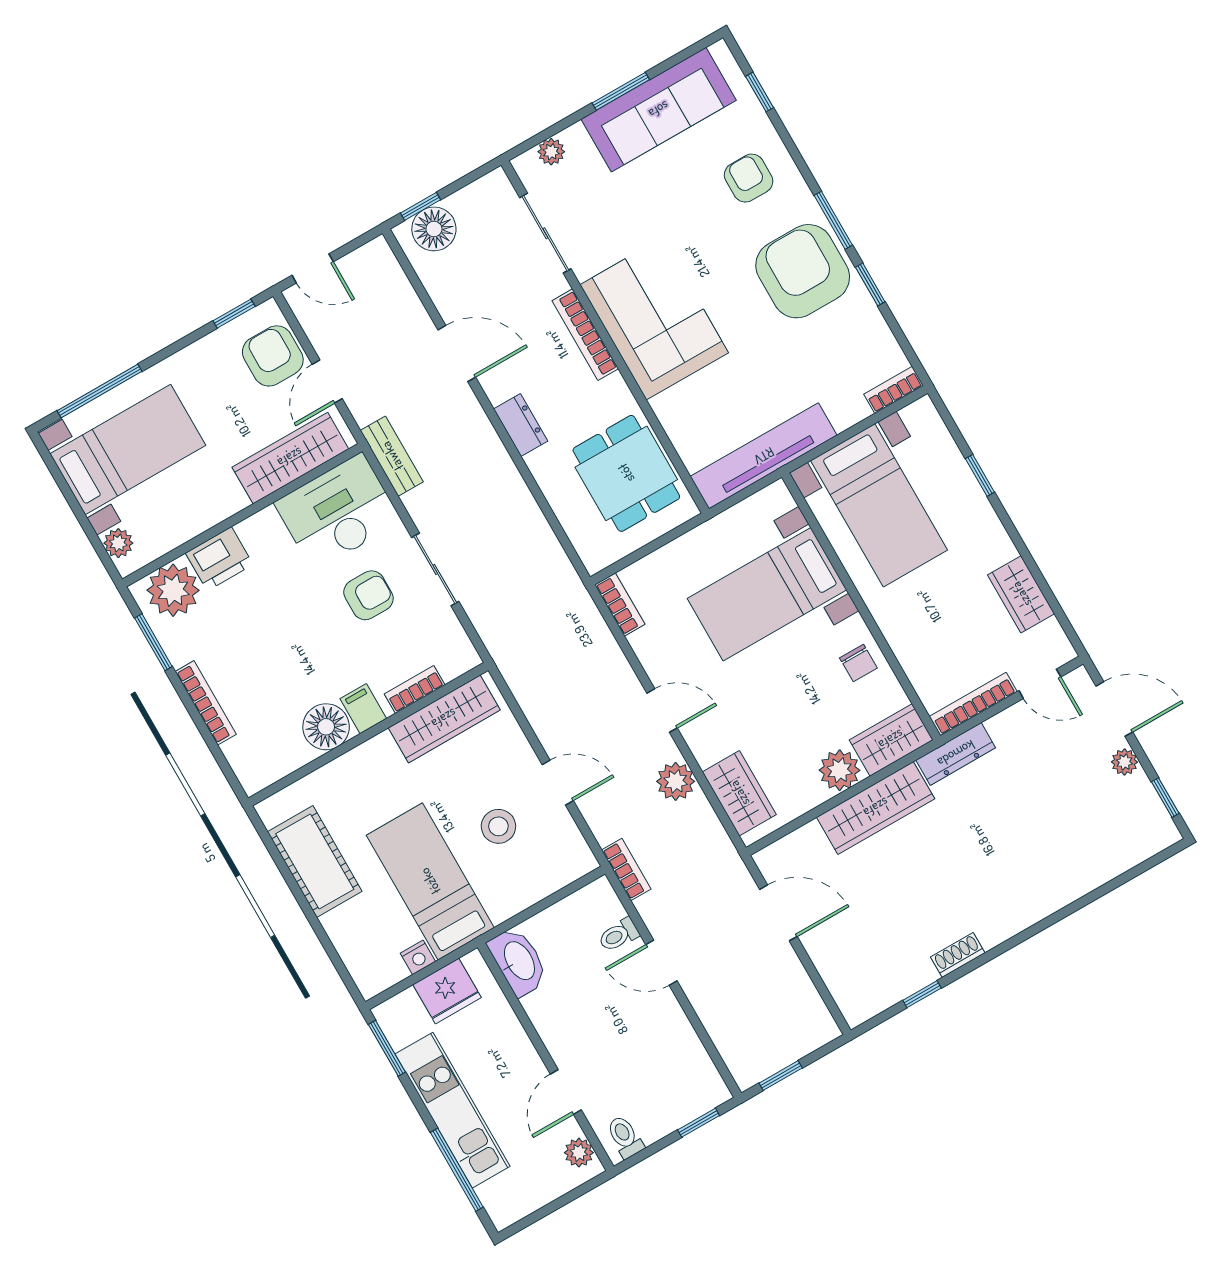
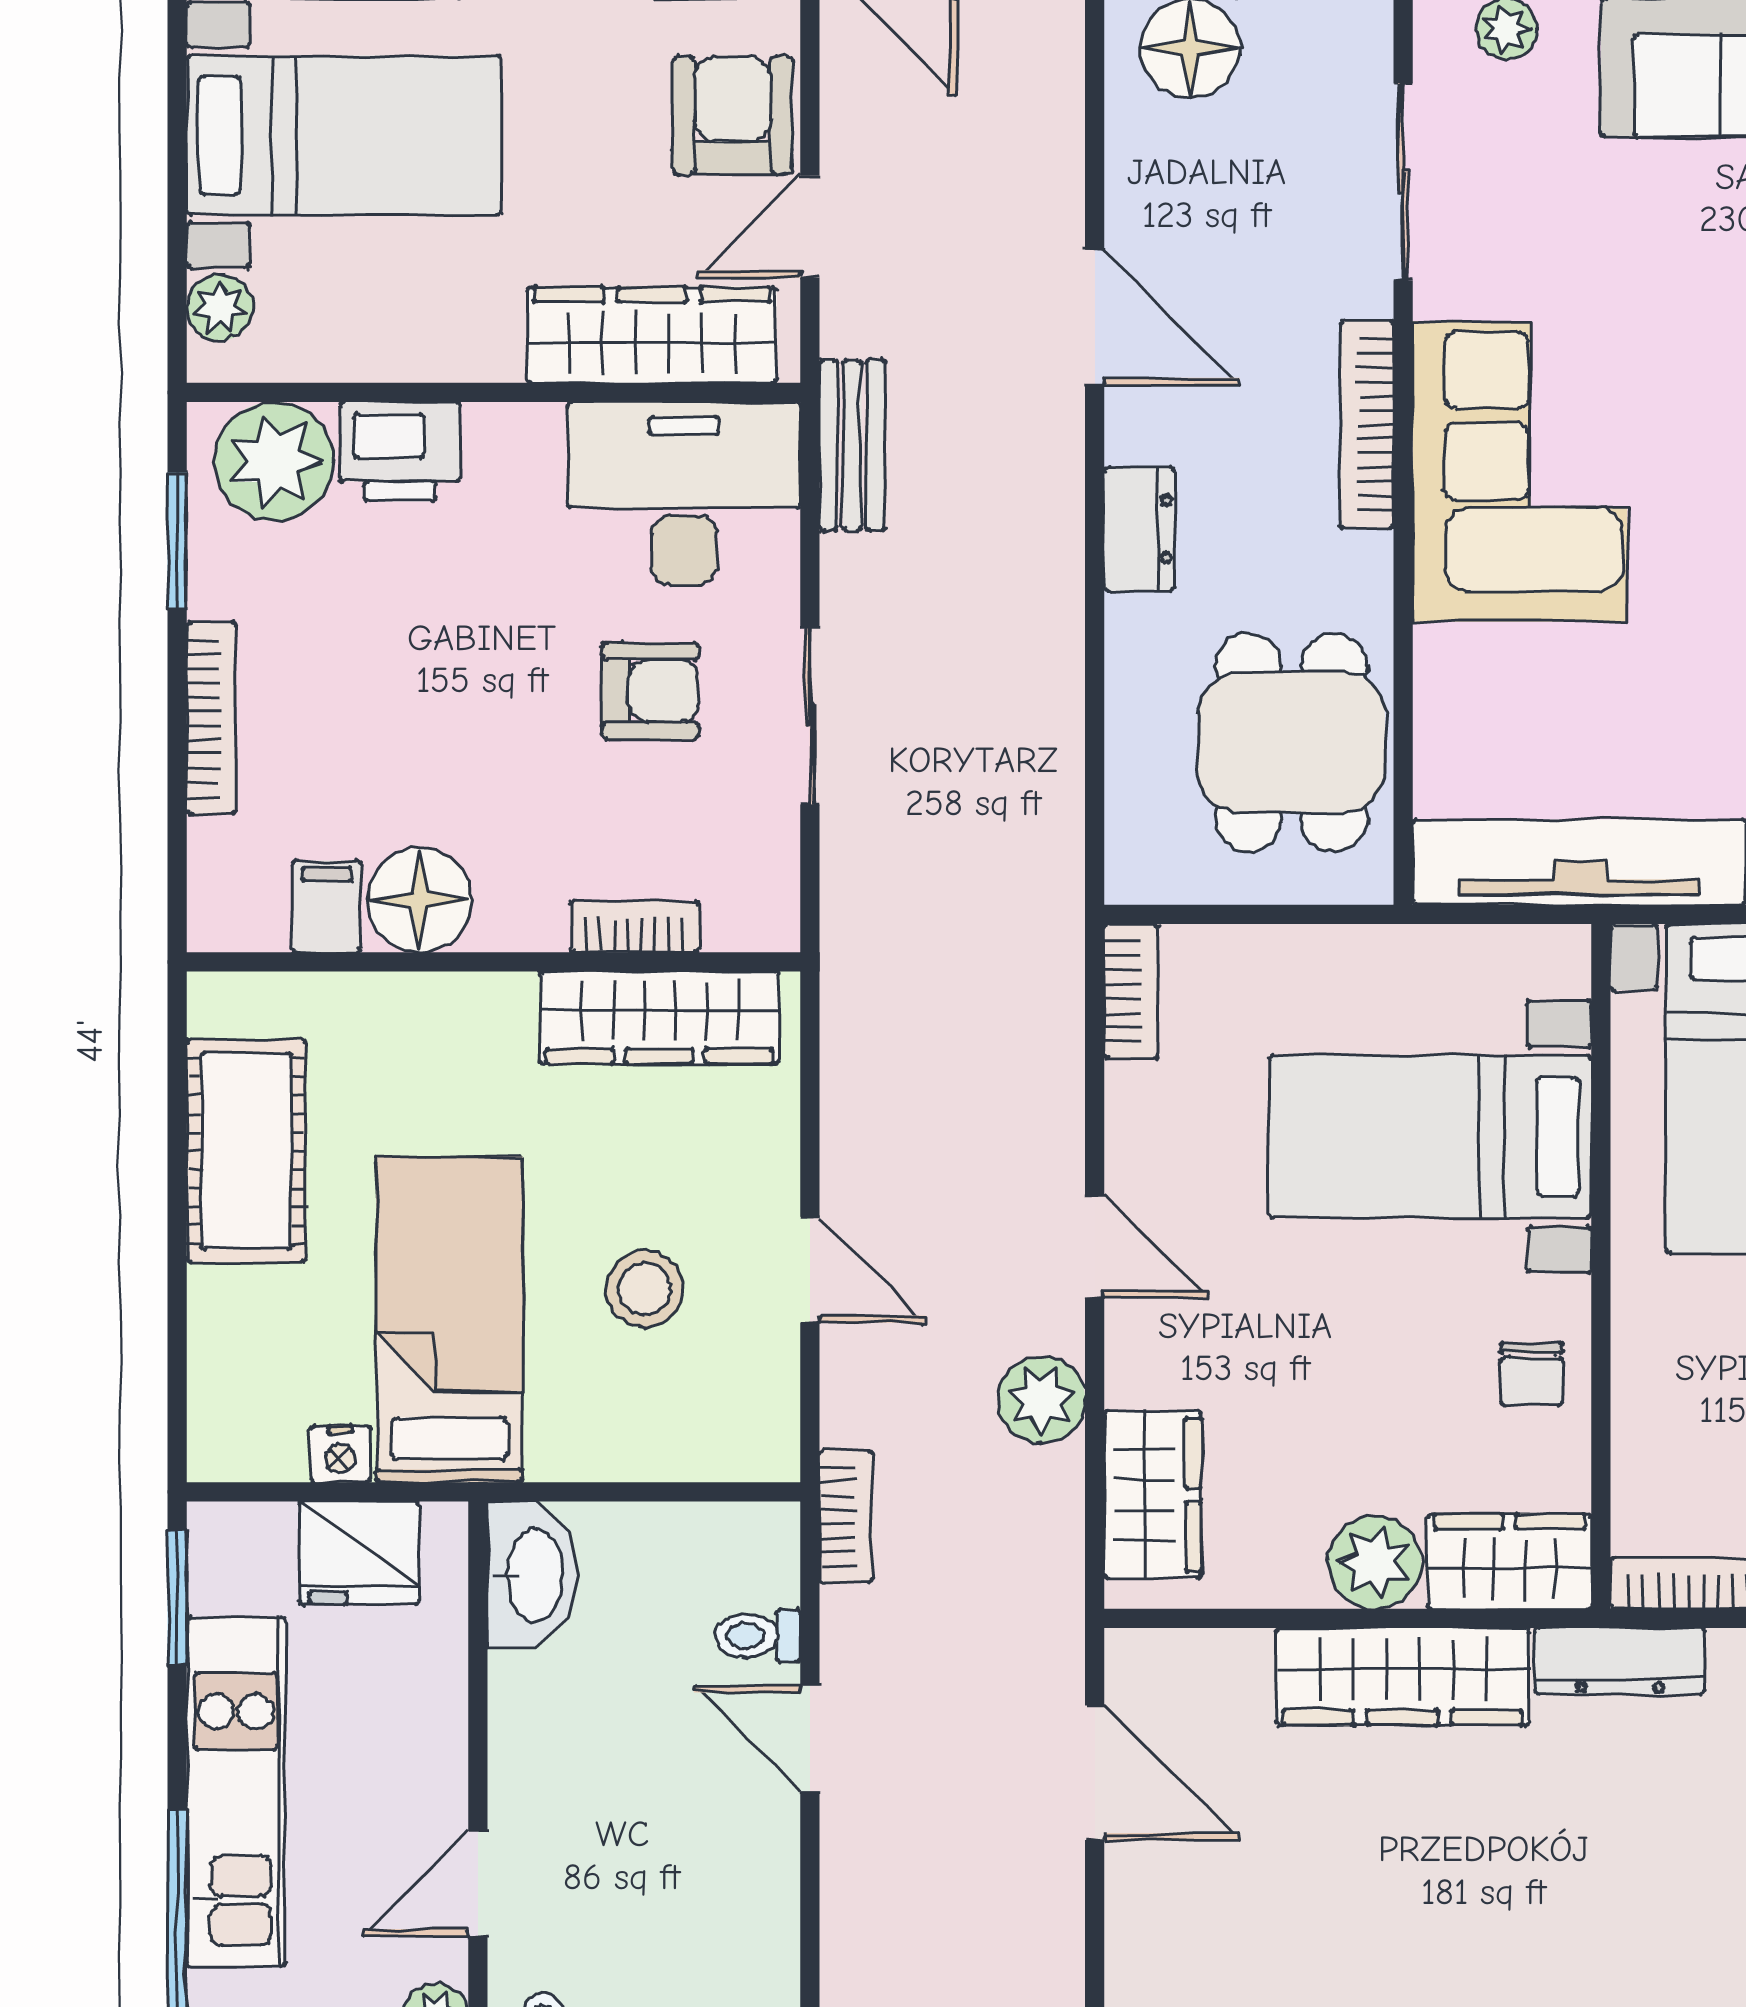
filing cabinet: (363, 709) -> (327, 907), moved

